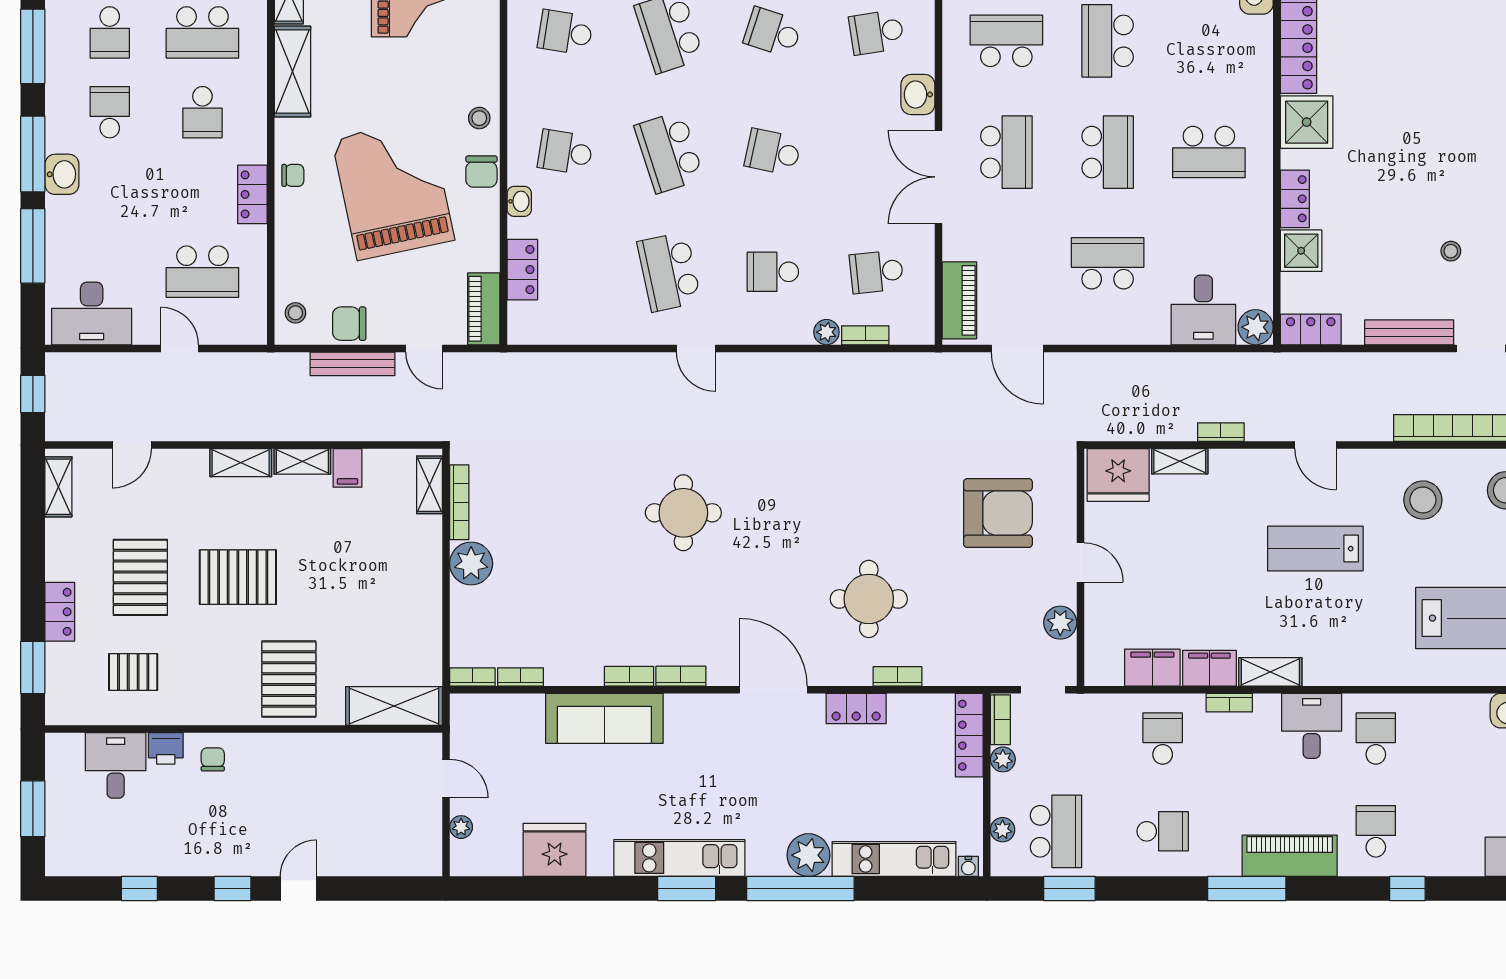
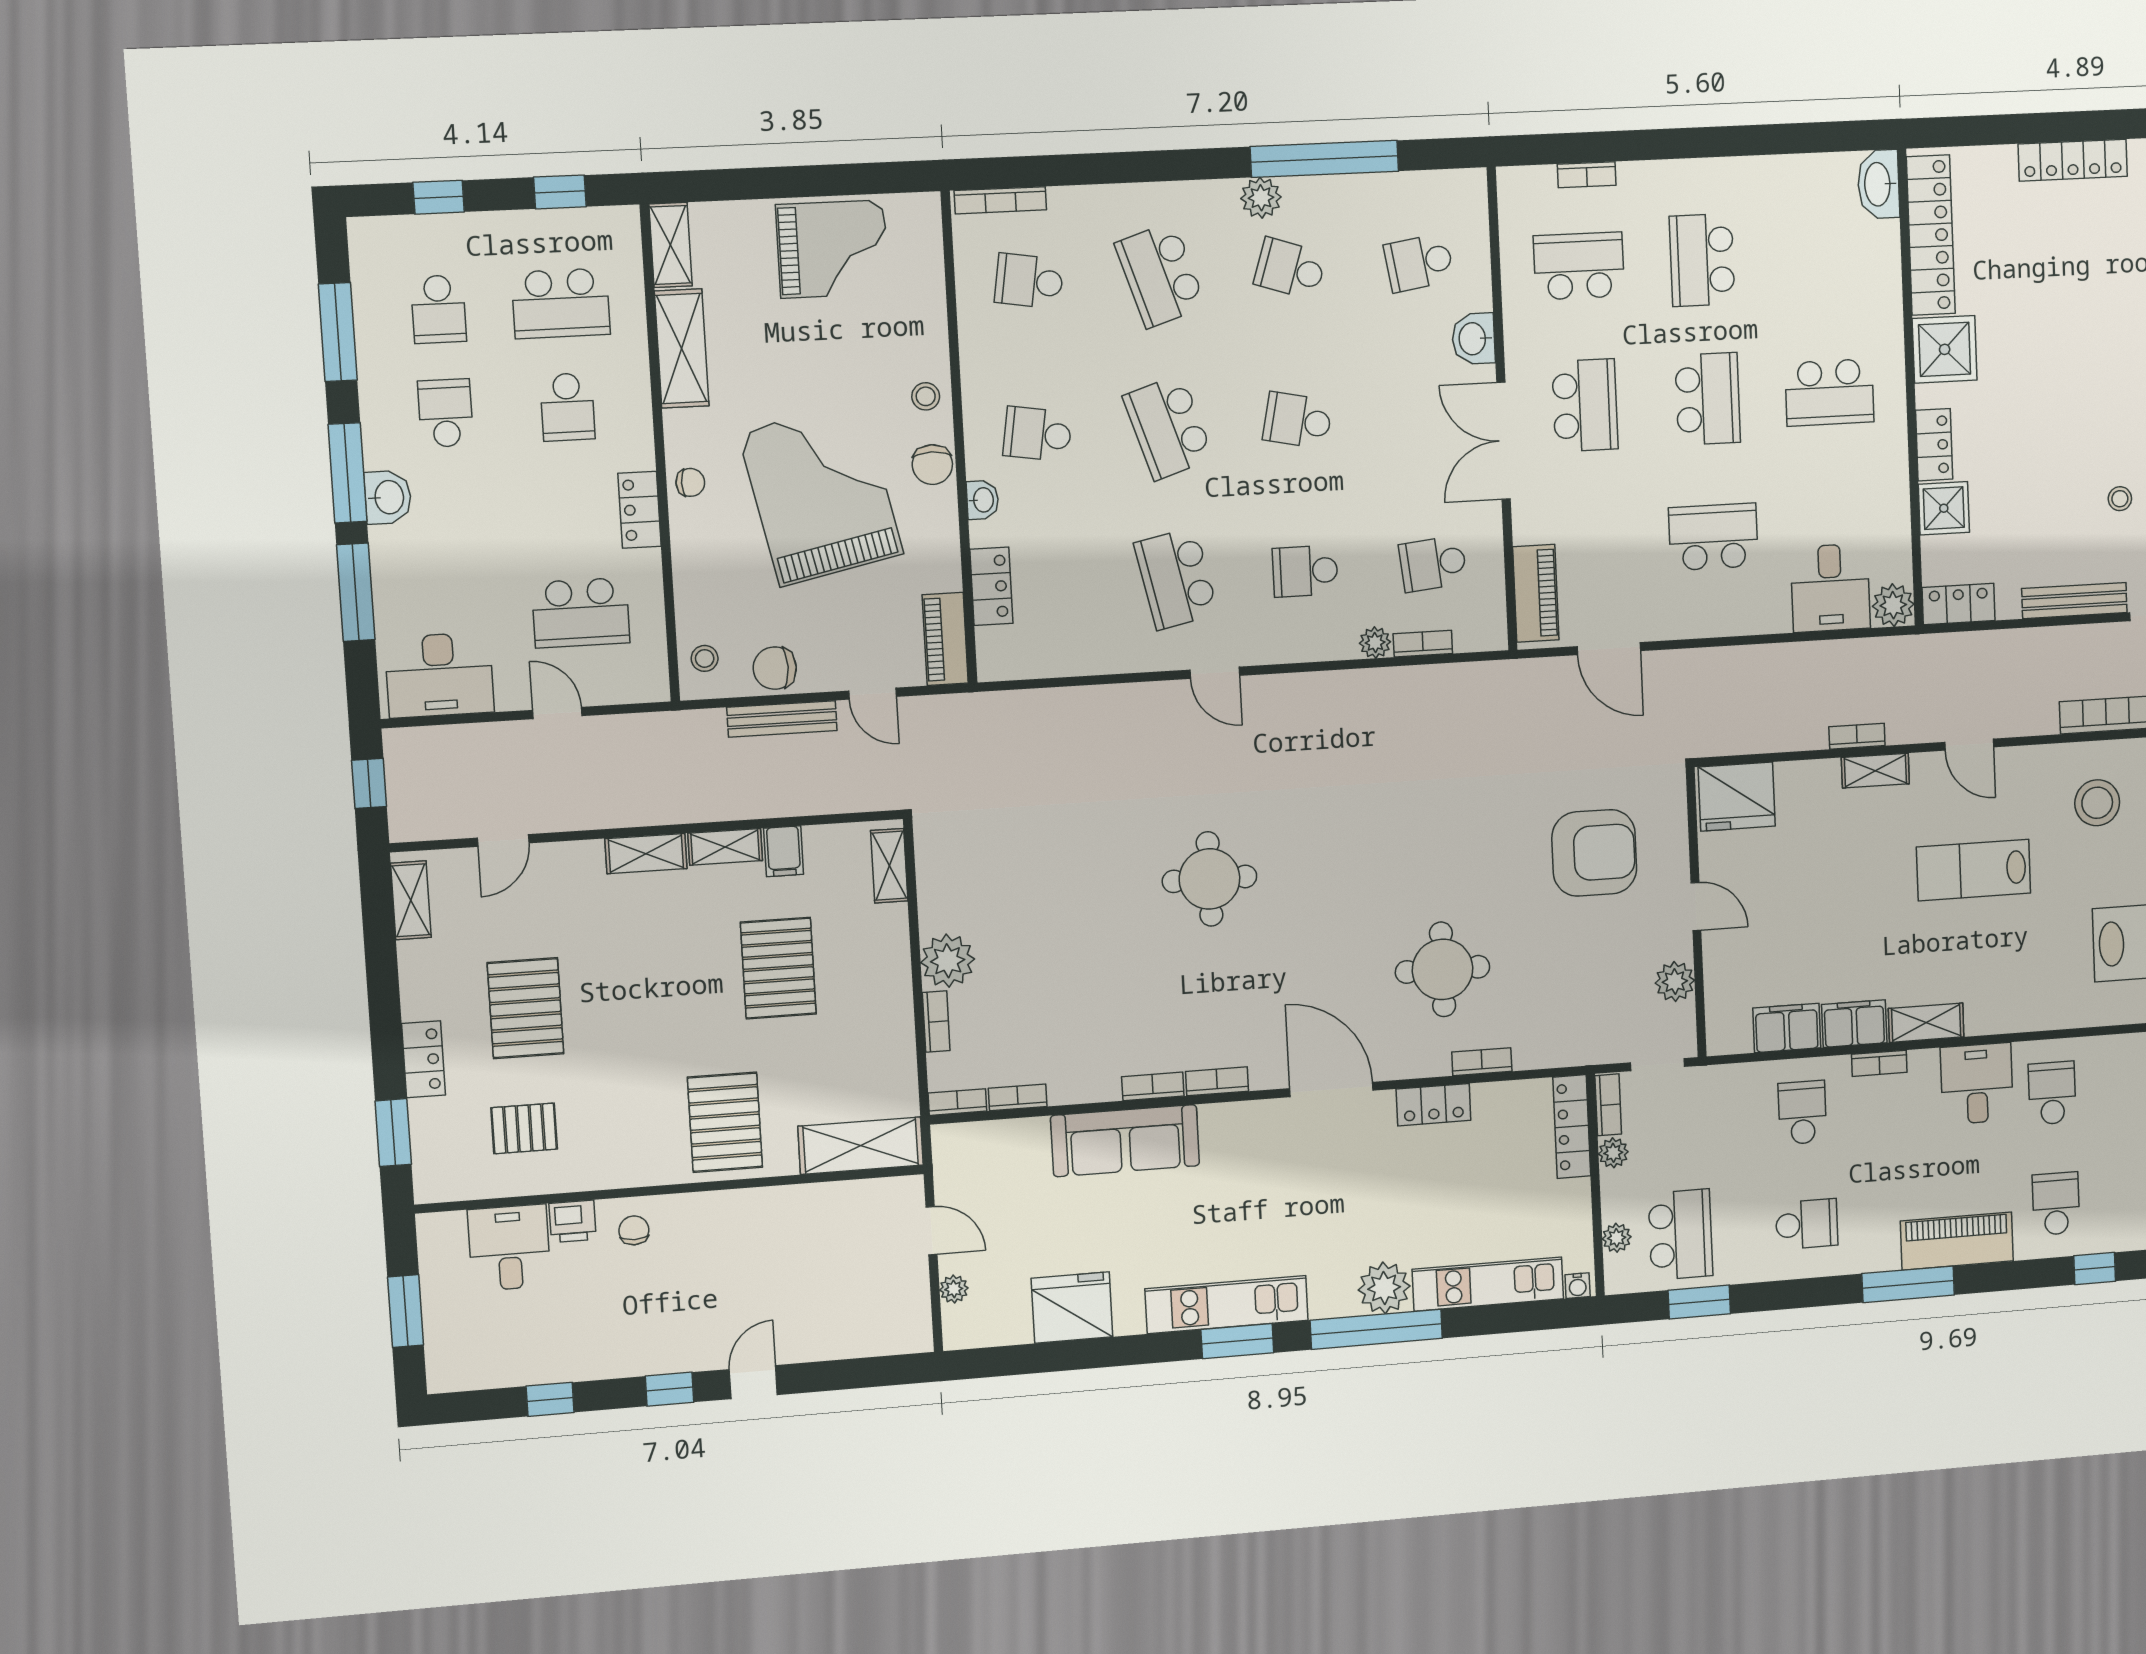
shelving: (1180, 461) -> (1875, 771), moved
bookcase: (459, 502) -> (936, 1022), moved, width x0.64
pallet: (238, 577) -> (778, 968), moved, turned 90

